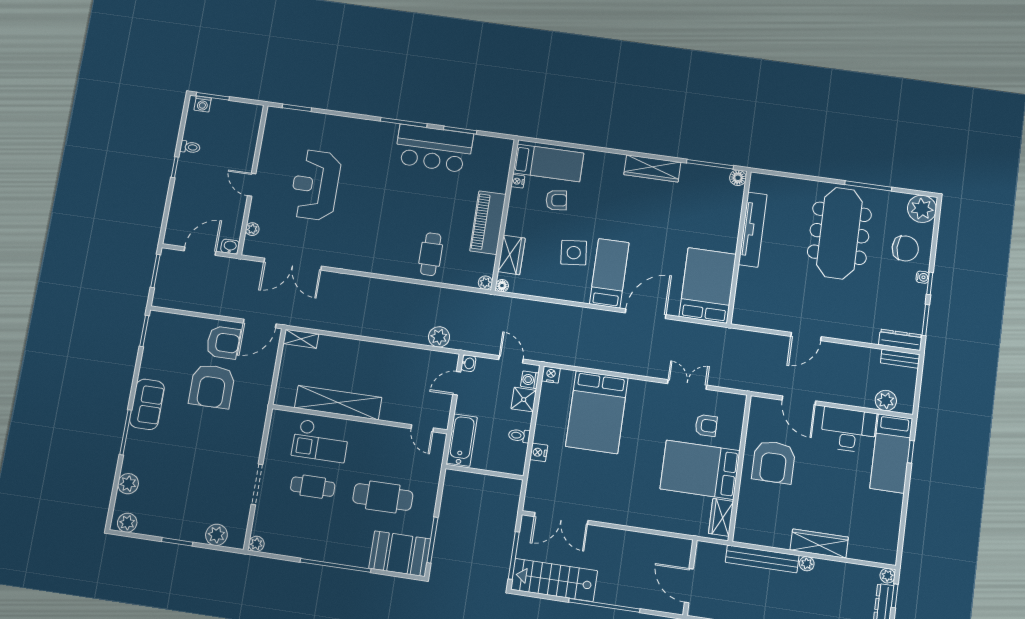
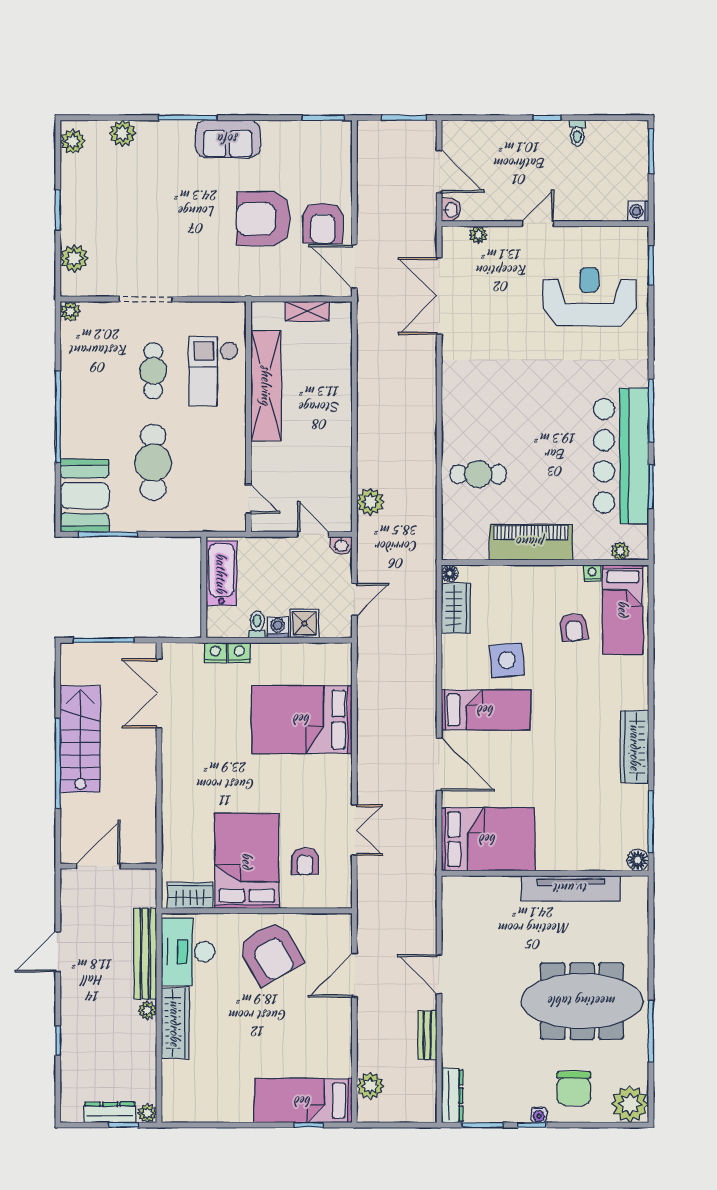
washing machine: (203, 104) -> (638, 211), moved
bar counter: (434, 148) -> (621, 456), width x1.36
reception desk: (315, 185) -> (589, 297), moved
wardrobe: (511, 255) -> (456, 608), moved, turned -90
plant: (485, 283) -> (620, 551), moved
shelving: (301, 339) -> (307, 311), moved, turned 90
bench: (900, 359) -> (427, 1035), moved
nightstand: (551, 375) -> (215, 653), moved, turned -90
washing machine: (530, 380) -> (278, 627), moved
door: (422, 428) -> (248, 499), swing flipped
desk: (848, 430) -> (188, 952), moved, turned 180
bathtub: (462, 440) -> (221, 573), moved, turned -90
armchair: (774, 462) -> (270, 953), turned -120
stairs: (554, 580) -> (80, 739), moved

